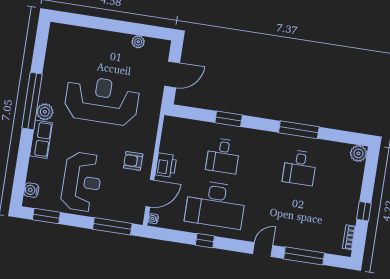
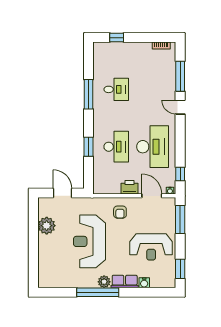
plant: (138, 42) -> (47, 226), width x1.87, depth x1.87
plant: (358, 153) -> (99, 48), removed
desk: (223, 156) -> (116, 147), width x1.37
armchair: (133, 161) -> (120, 212), moved
reception desk: (82, 182) -> (151, 247), turned 180
water cooler: (31, 190) -> (144, 283), moved
window: (364, 211) -> (117, 38), moved
window: (205, 241) -> (180, 174), moved

